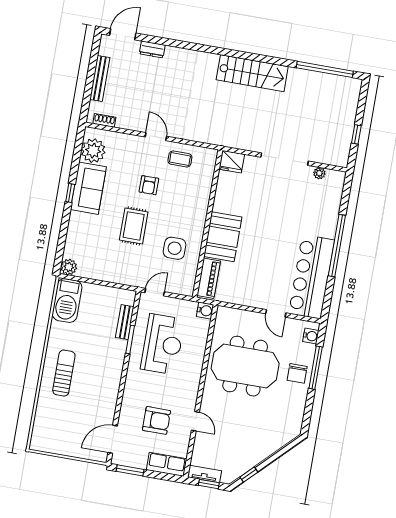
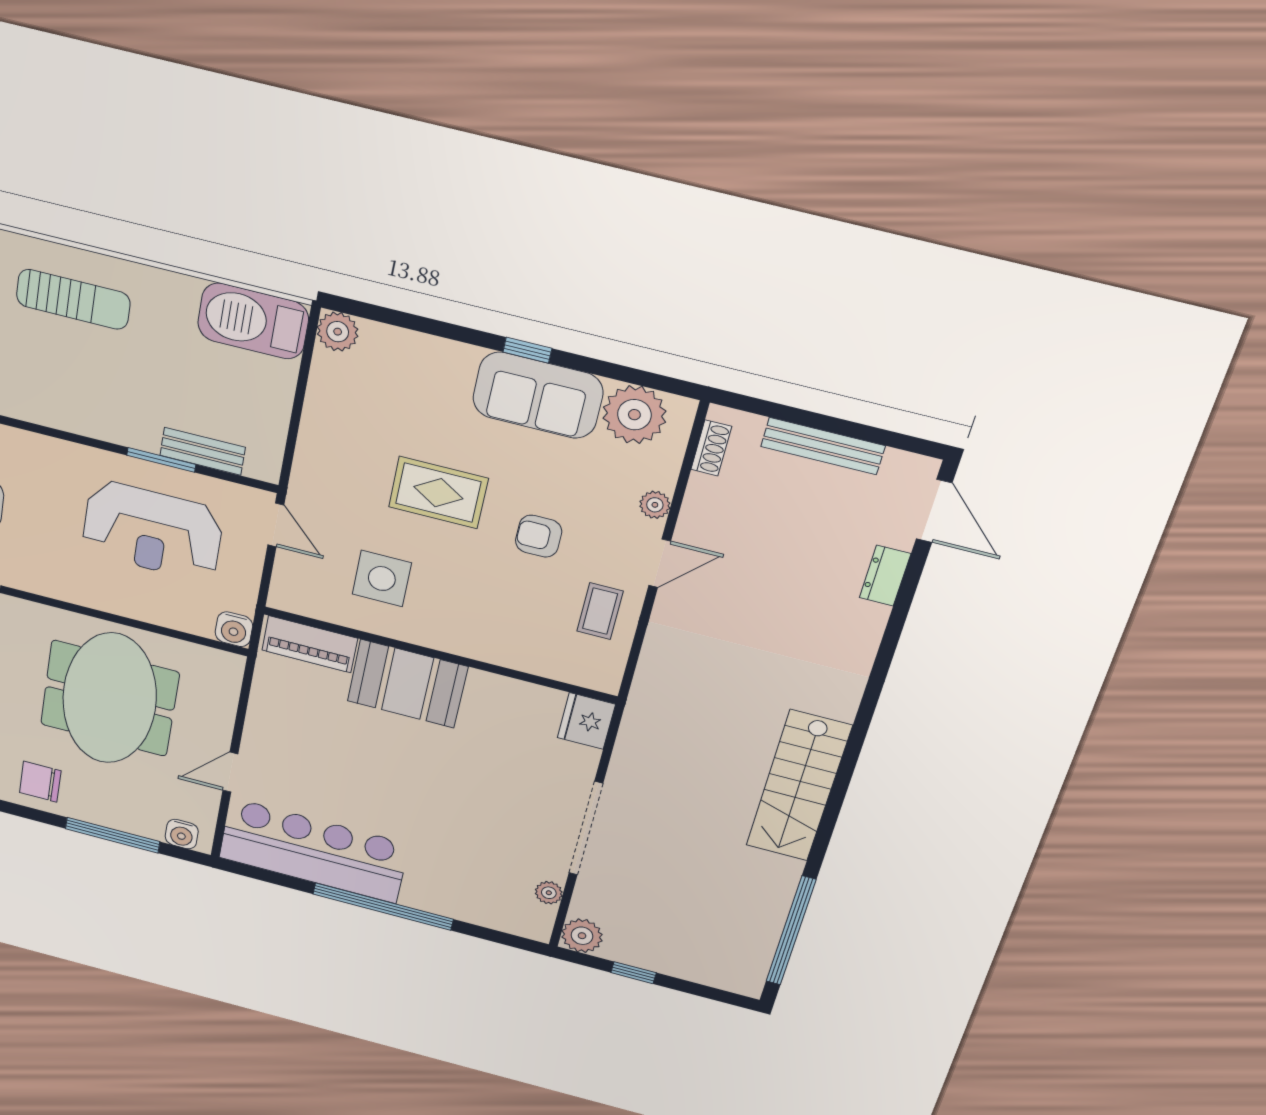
plant: (131, 140) -> (655, 505), added
plant: (340, 158) -> (582, 936), added
chair: (297, 373) -> (40, 782), moved

